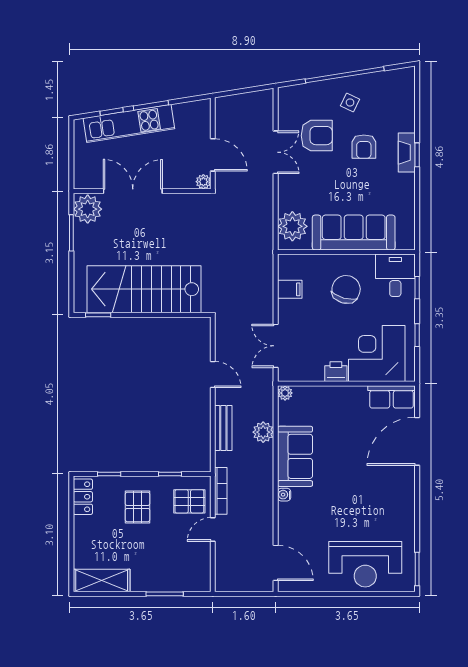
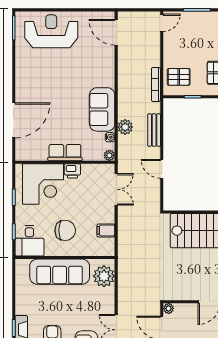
chair: (346, 289) -> (65, 230), turned -106
row of seats: (392, 397) -> (65, 153), moved
water cooler: (284, 495) -> (110, 137), moved
door: (213, 530) -> (162, 23), moved

